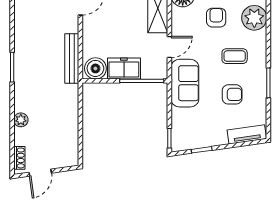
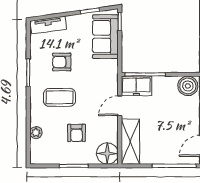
plant: (254, 18) -> (36, 133), width x0.53, depth x0.53
coffee table: (235, 56) -> (59, 97), width x1.36, depth x1.30
freezer: (124, 69) -> (136, 86), moved
sofa: (185, 83) -> (105, 37), moved

